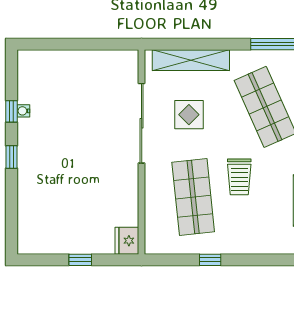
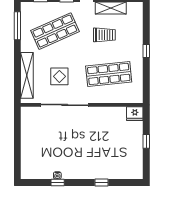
window: (11, 157) -> (101, 183), moved
trolley: (239, 177) -> (104, 35), moved
window: (210, 260) -> (146, 51), moved

